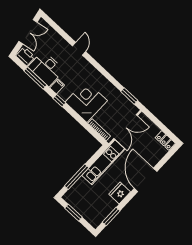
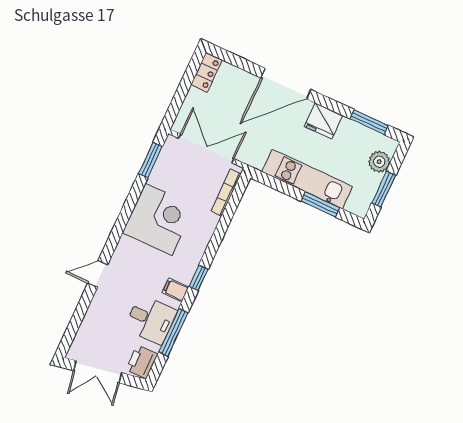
double door: (28, 32) -> (98, 372), swing flipped
desk: (46, 68) -> (151, 319), width x0.73
corner desk: (86, 101) -> (159, 219), moved, turned 180
kitchen unit: (103, 162) -> (307, 179), moved
window: (77, 177) -> (320, 204), width x0.69
plant: (89, 215) -> (379, 162), added

